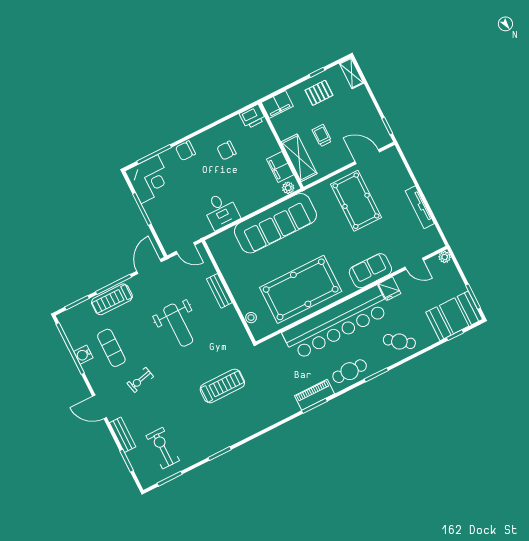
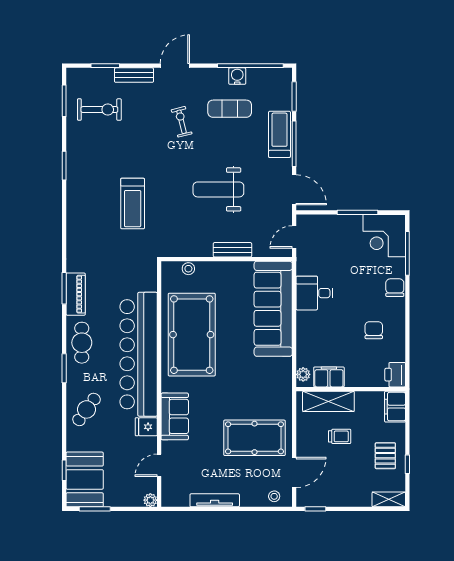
stool: (394, 163) -> (274, 496), added
sofa: (275, 223) -> (273, 309), moved

